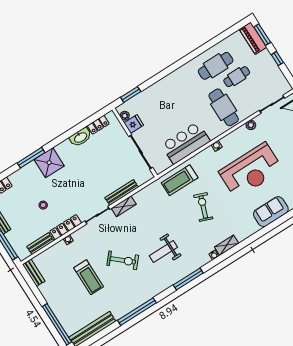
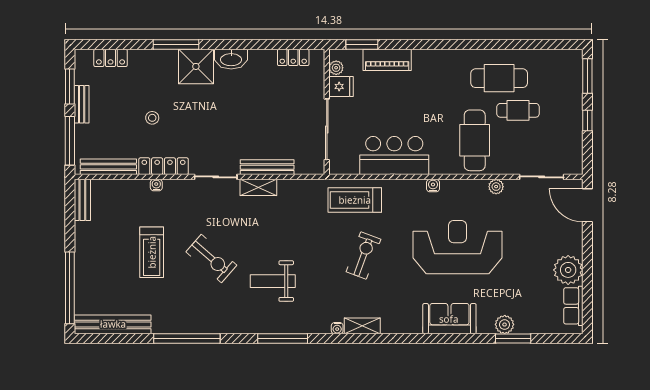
piano: (253, 38) -> (387, 60), moved, turned -90
washbasin: (80, 137) -> (231, 59), moved
reception desk: (251, 171) -> (457, 247), turned 180
bench: (40, 244) -> (108, 167), width x1.36

